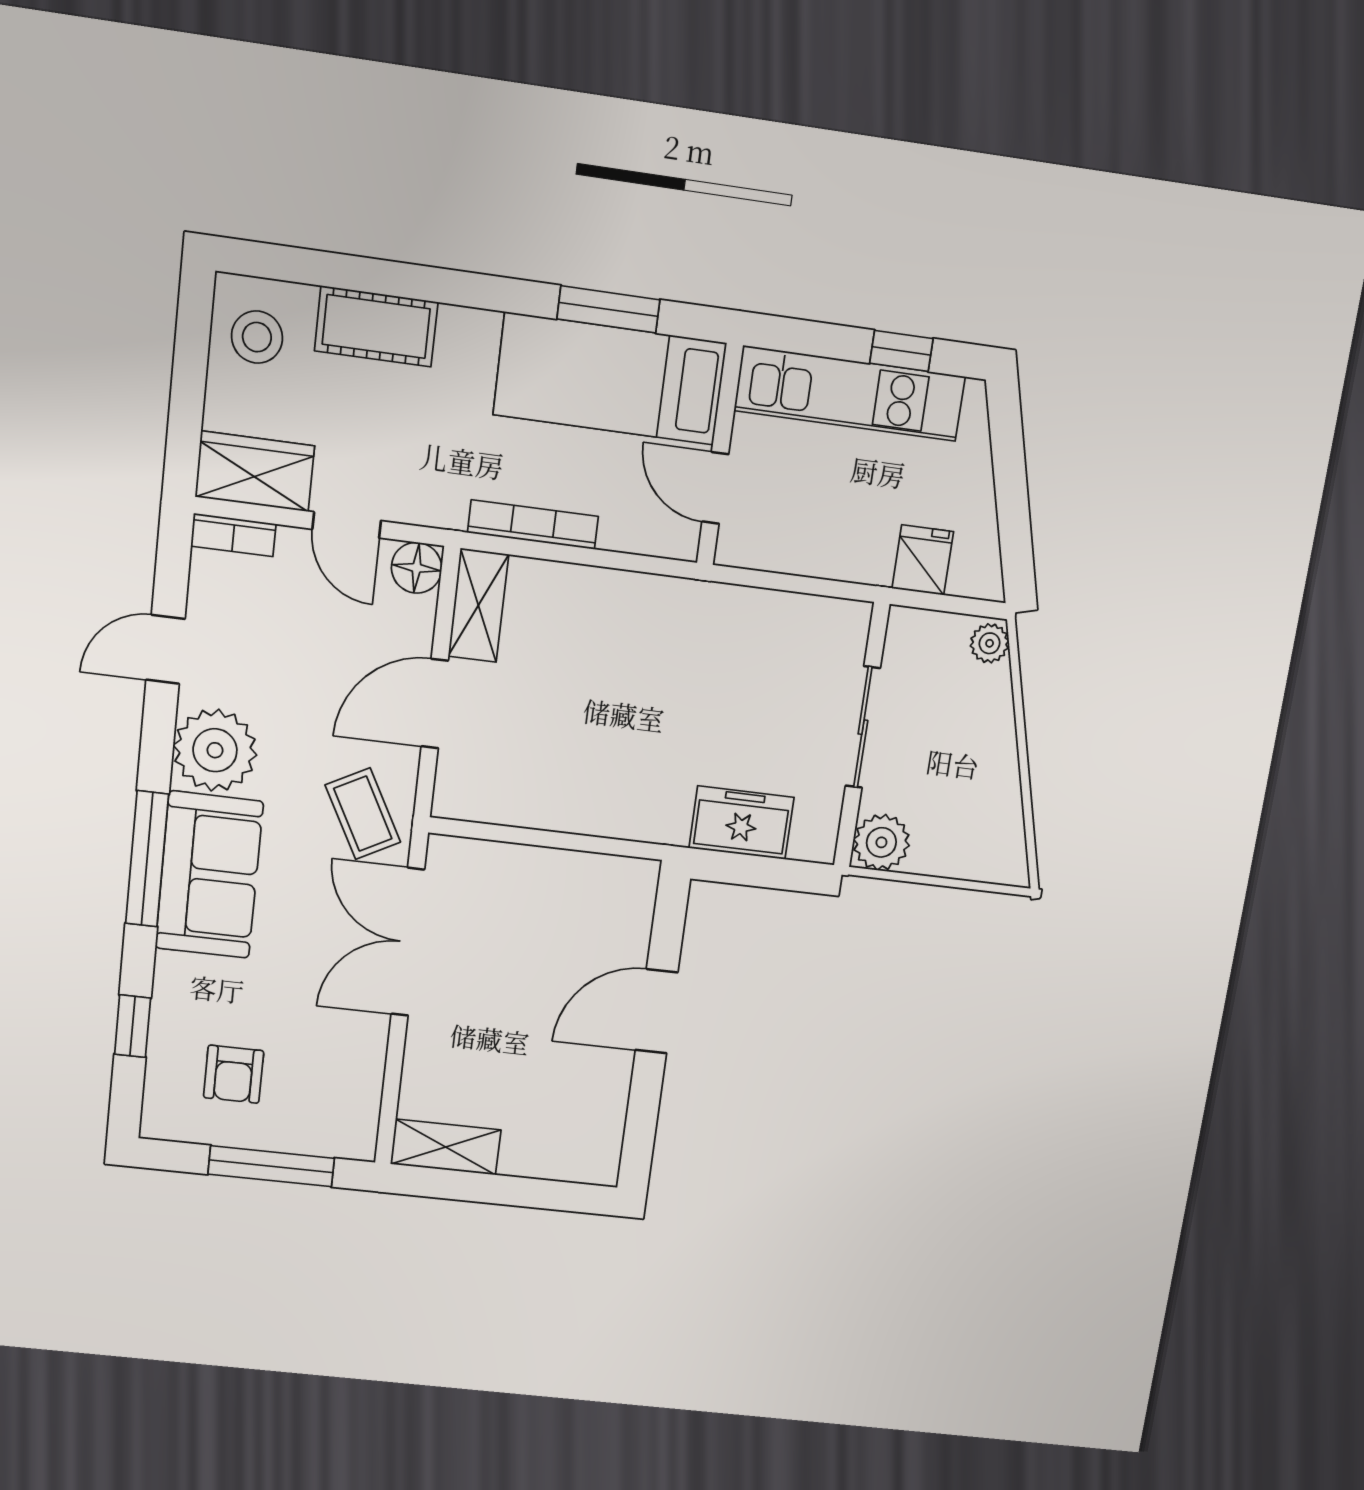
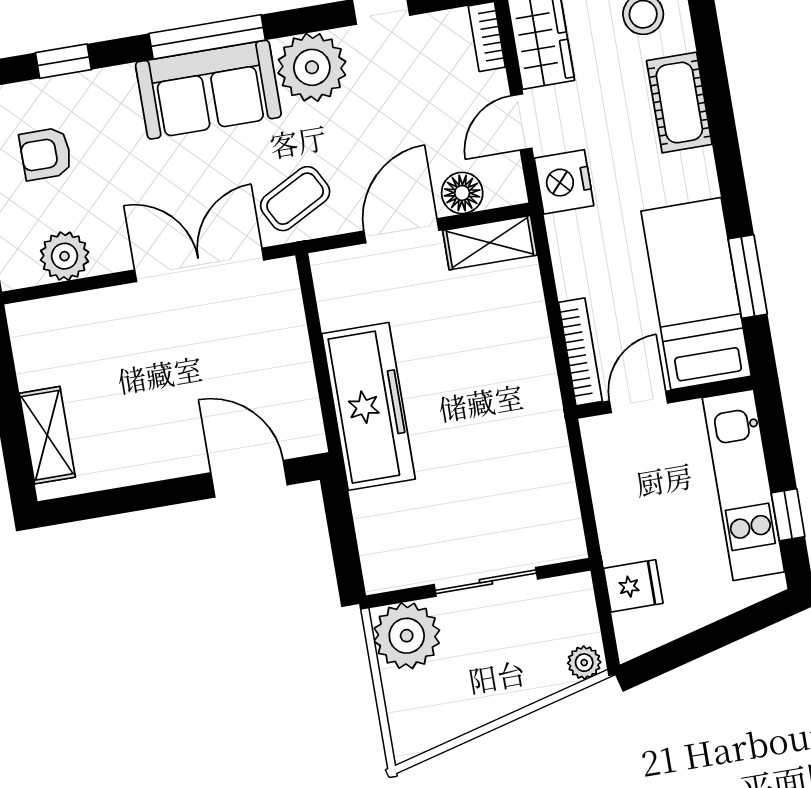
nightstand: (432, 496) -> (564, 182), added
bookcase: (533, 525) -> (580, 352), moved
floor lamp: (417, 568) -> (462, 193), moved
door: (435, 704) -> (401, 231), hinge flipped
freezer: (742, 823) -> (369, 406), moved, width x1.91, depth x1.26
plant: (881, 842) -> (407, 636), width x1.36, depth x1.36
door: (657, 1011) -> (249, 479), moved
plant: (355, 1085) -> (65, 256), added
shelving: (446, 1147) -> (47, 435), moved

